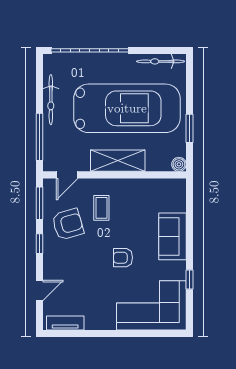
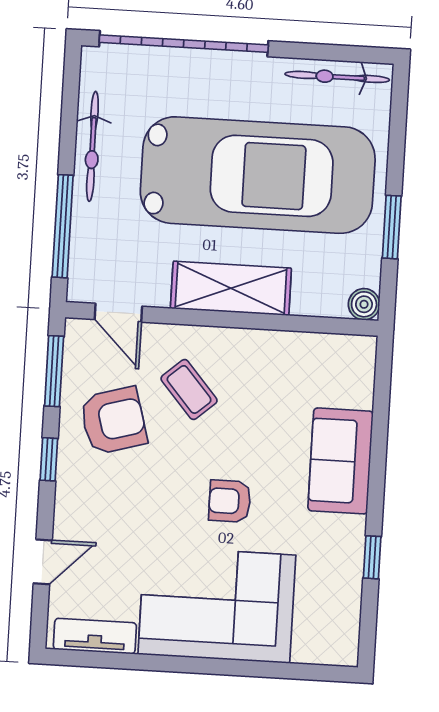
door: (67, 175) -> (118, 313), hinge flipped
coffee table: (101, 208) -> (189, 389), turned -41
corner sofa: (151, 305) -> (217, 605), moved

